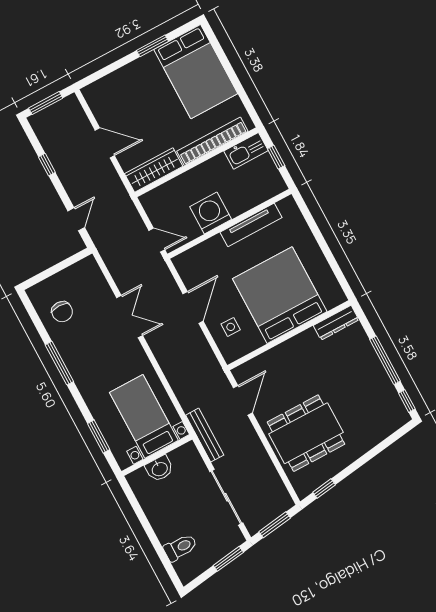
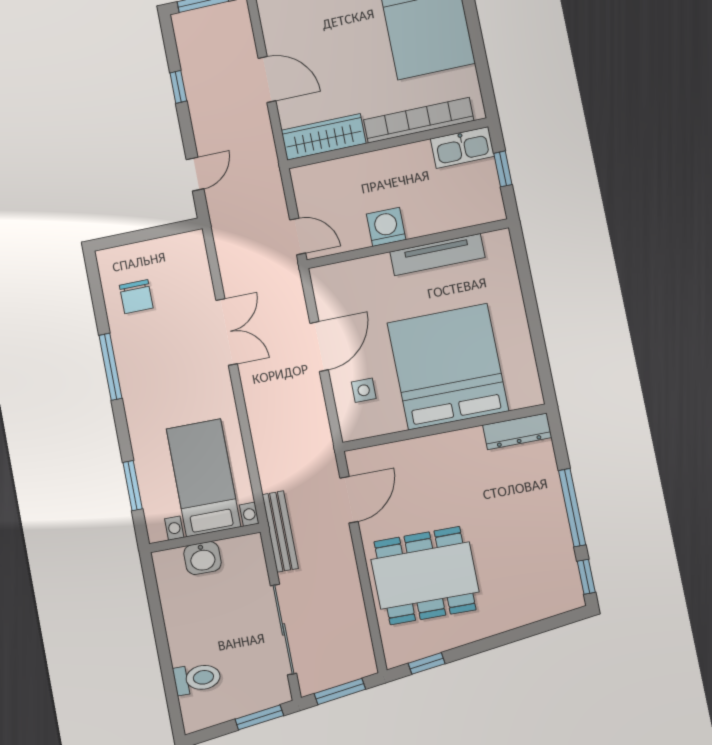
washing machine: (211, 213) -> (386, 227), width x0.73, depth x0.73

